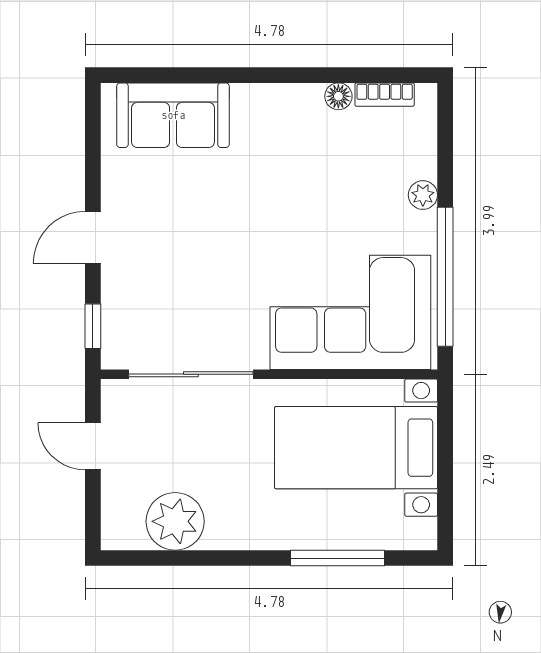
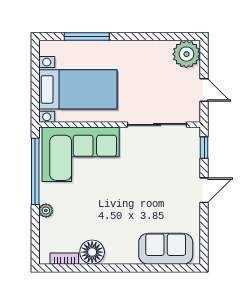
floor lamp: (338, 96) -> (92, 252), width x1.89, depth x1.89
plant: (175, 521) -> (186, 54), moved

